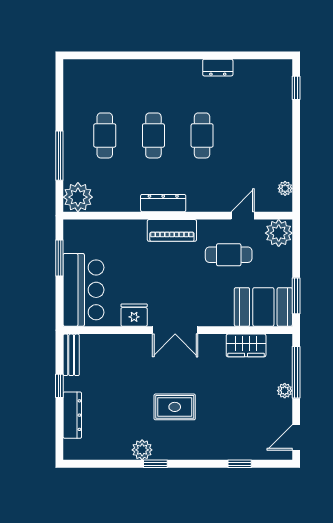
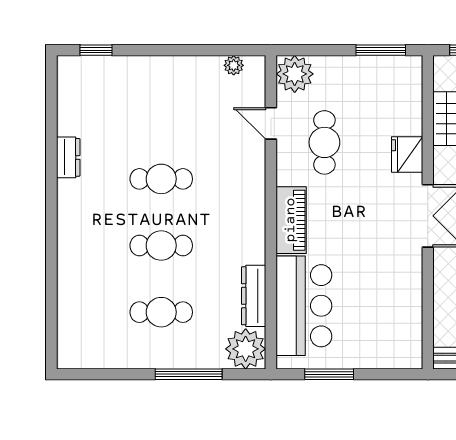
dresser: (163, 203) -> (254, 296), moved
bar counter: (84, 290) -> (304, 306), moved, turned 90
booth: (263, 307) -> (396, 95), removed
fridge: (134, 315) -> (407, 155), moved

